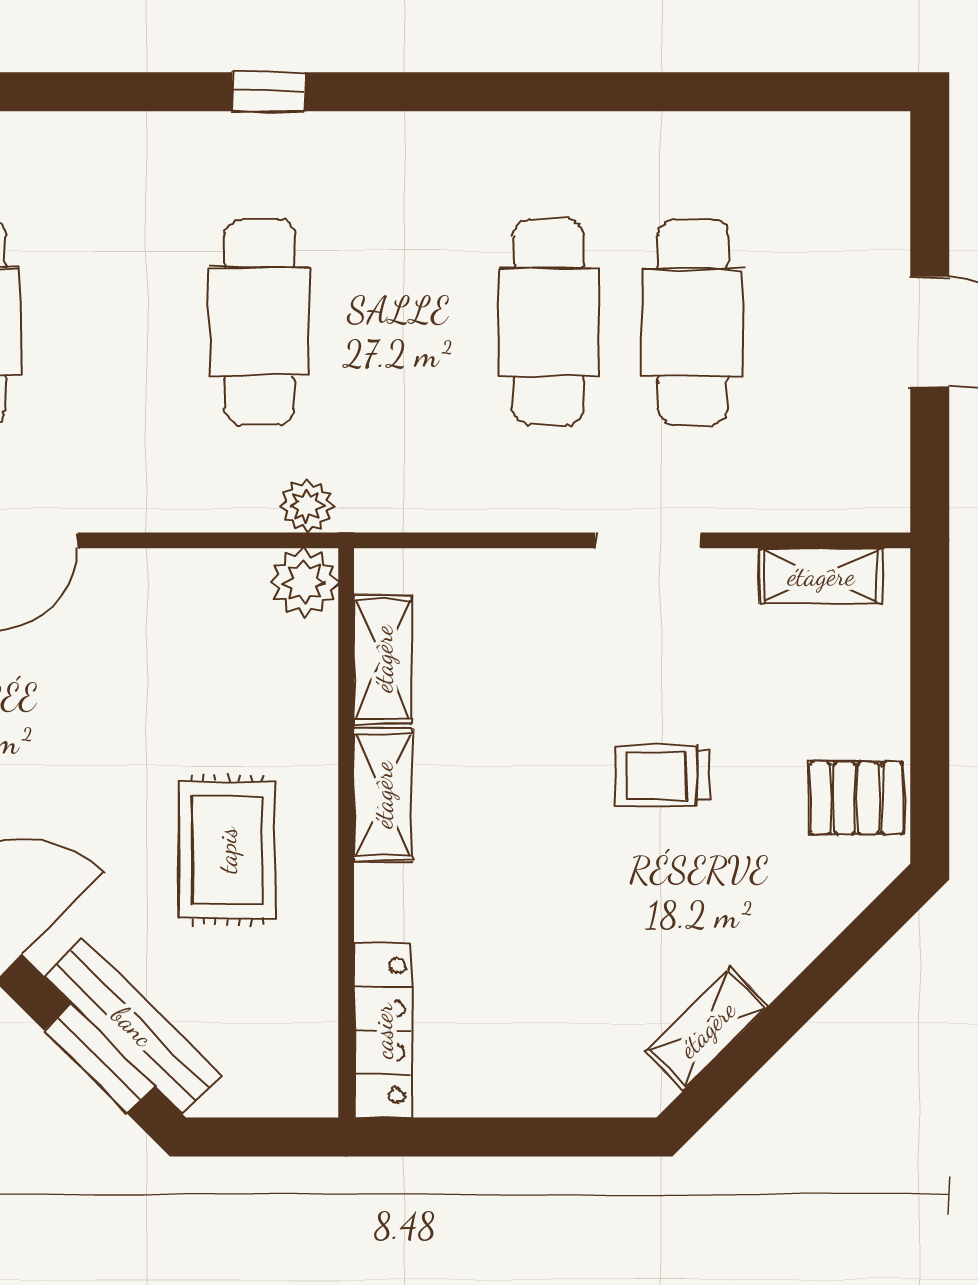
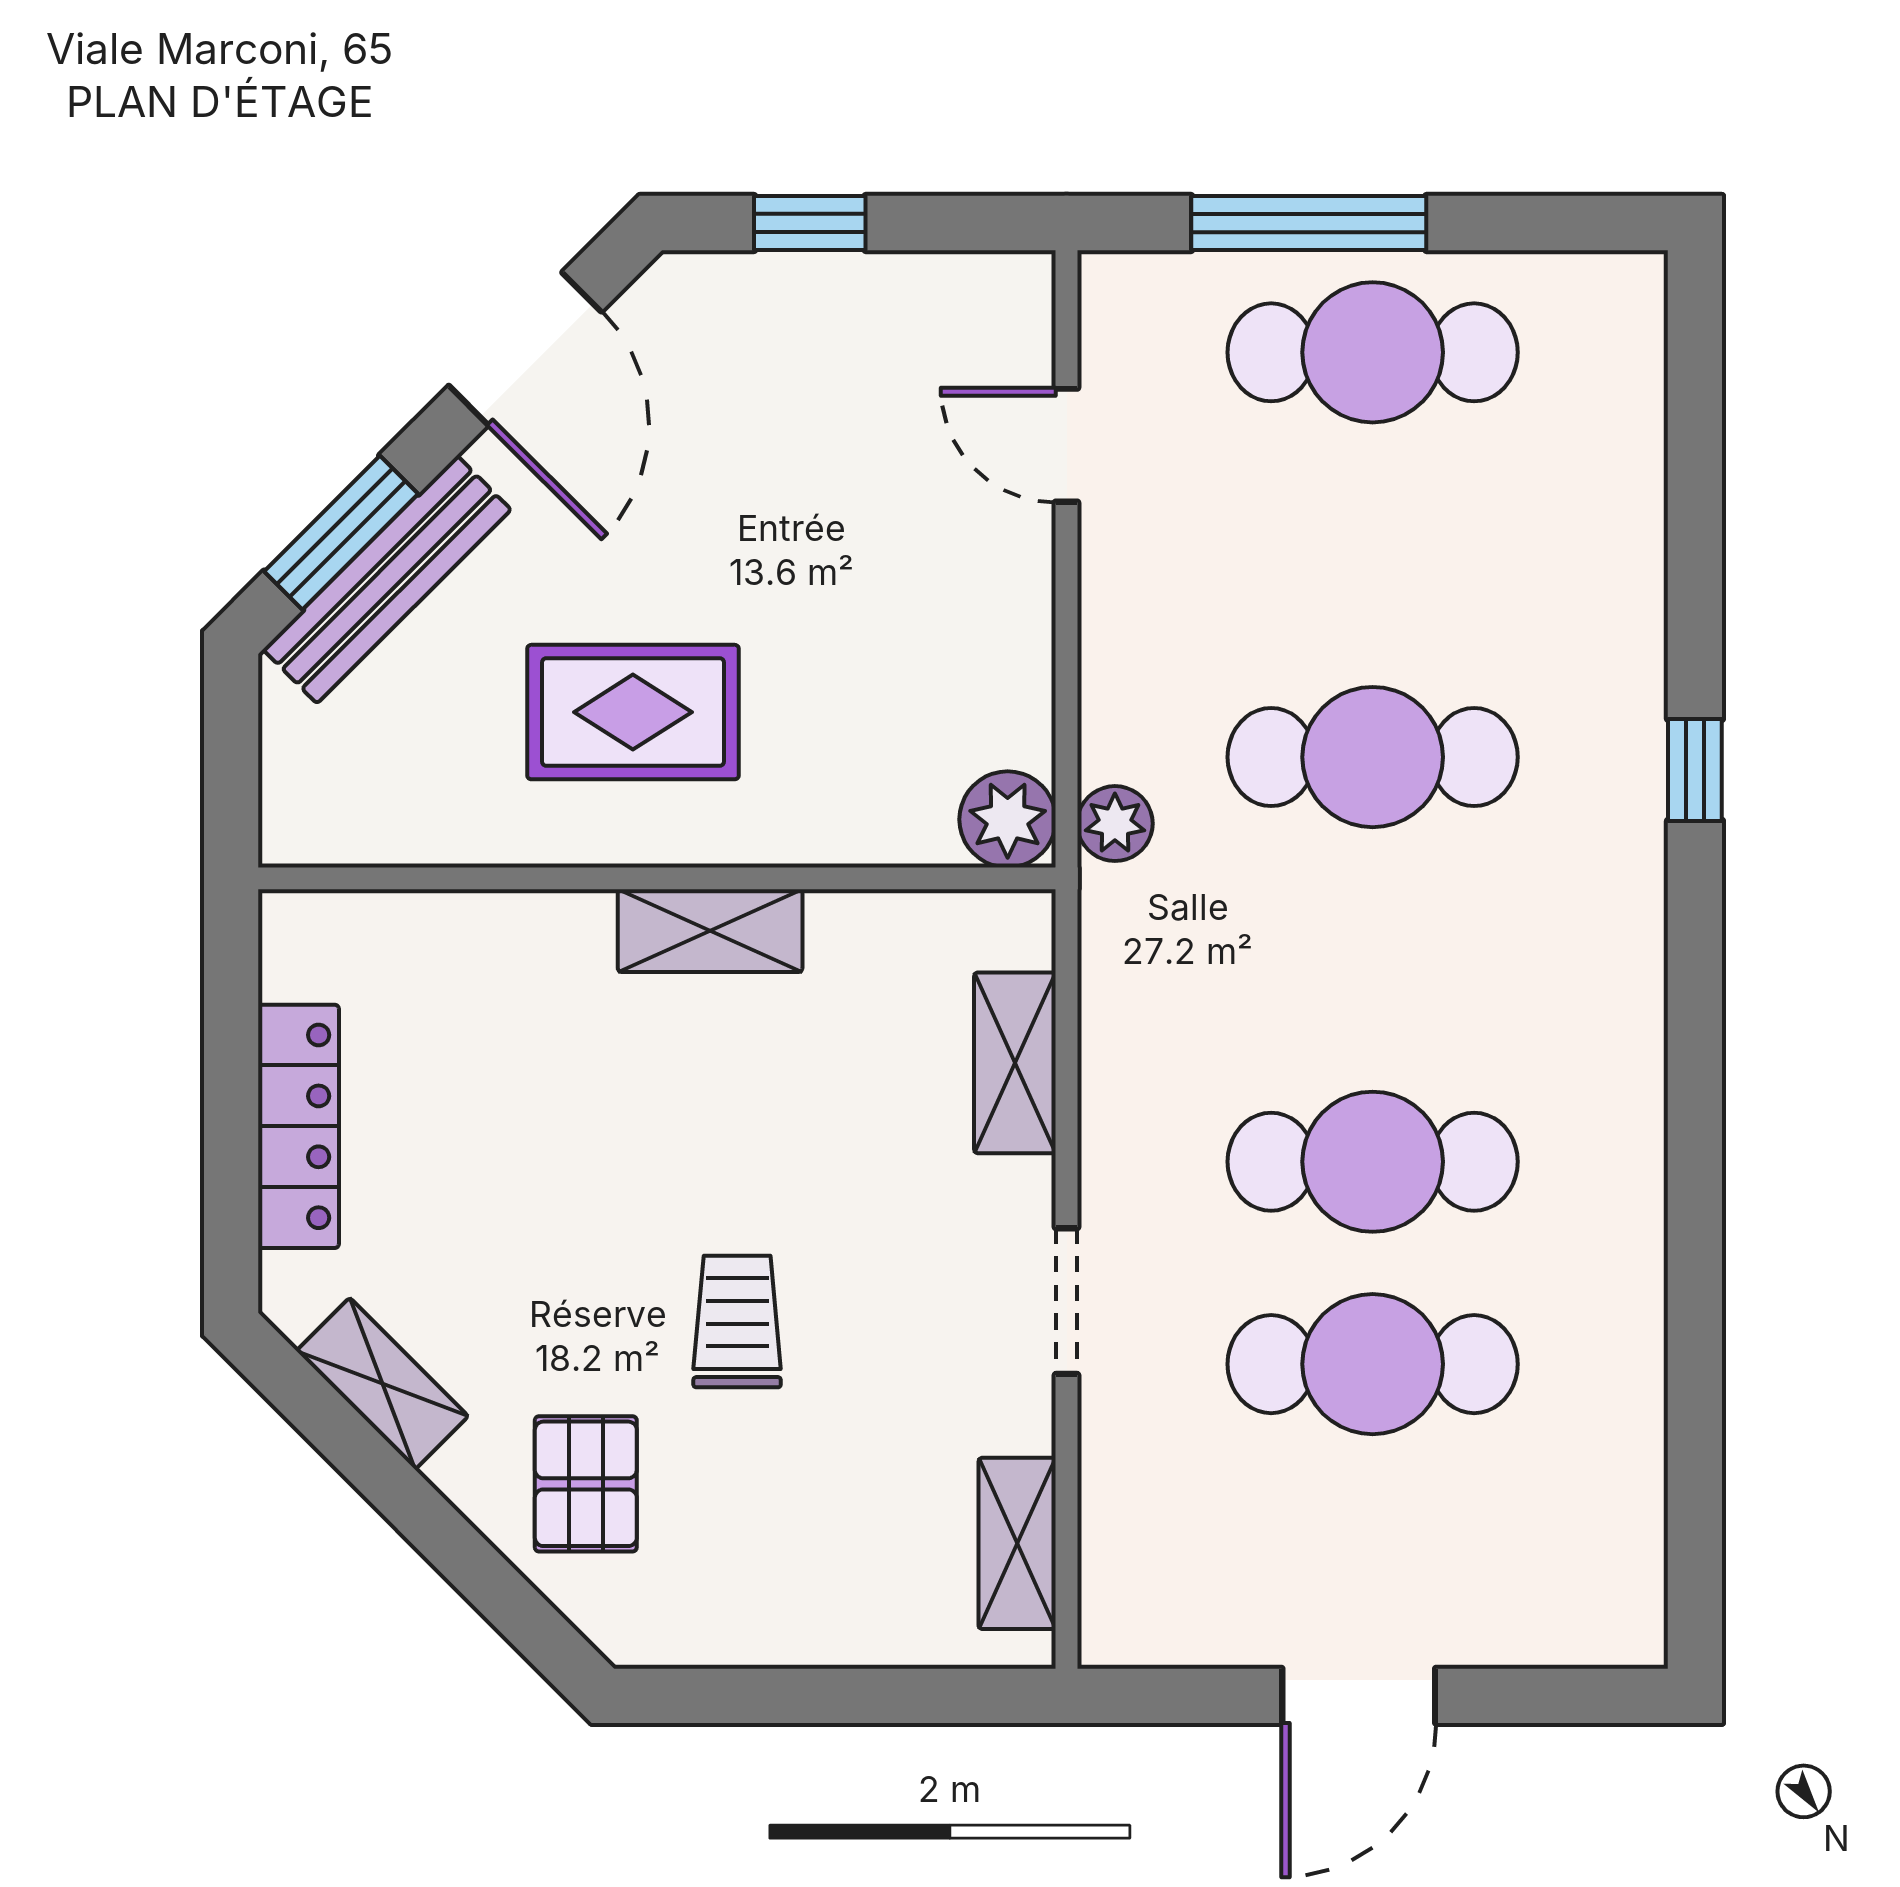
shelving: (383, 659) -> (1015, 1063), moved, turned 90
pallet: (856, 798) -> (586, 1484), moved
locker: (383, 1031) -> (298, 1126), moved, turned -90

